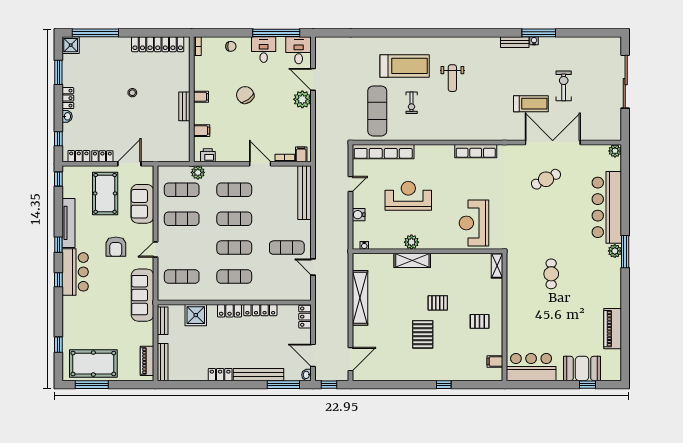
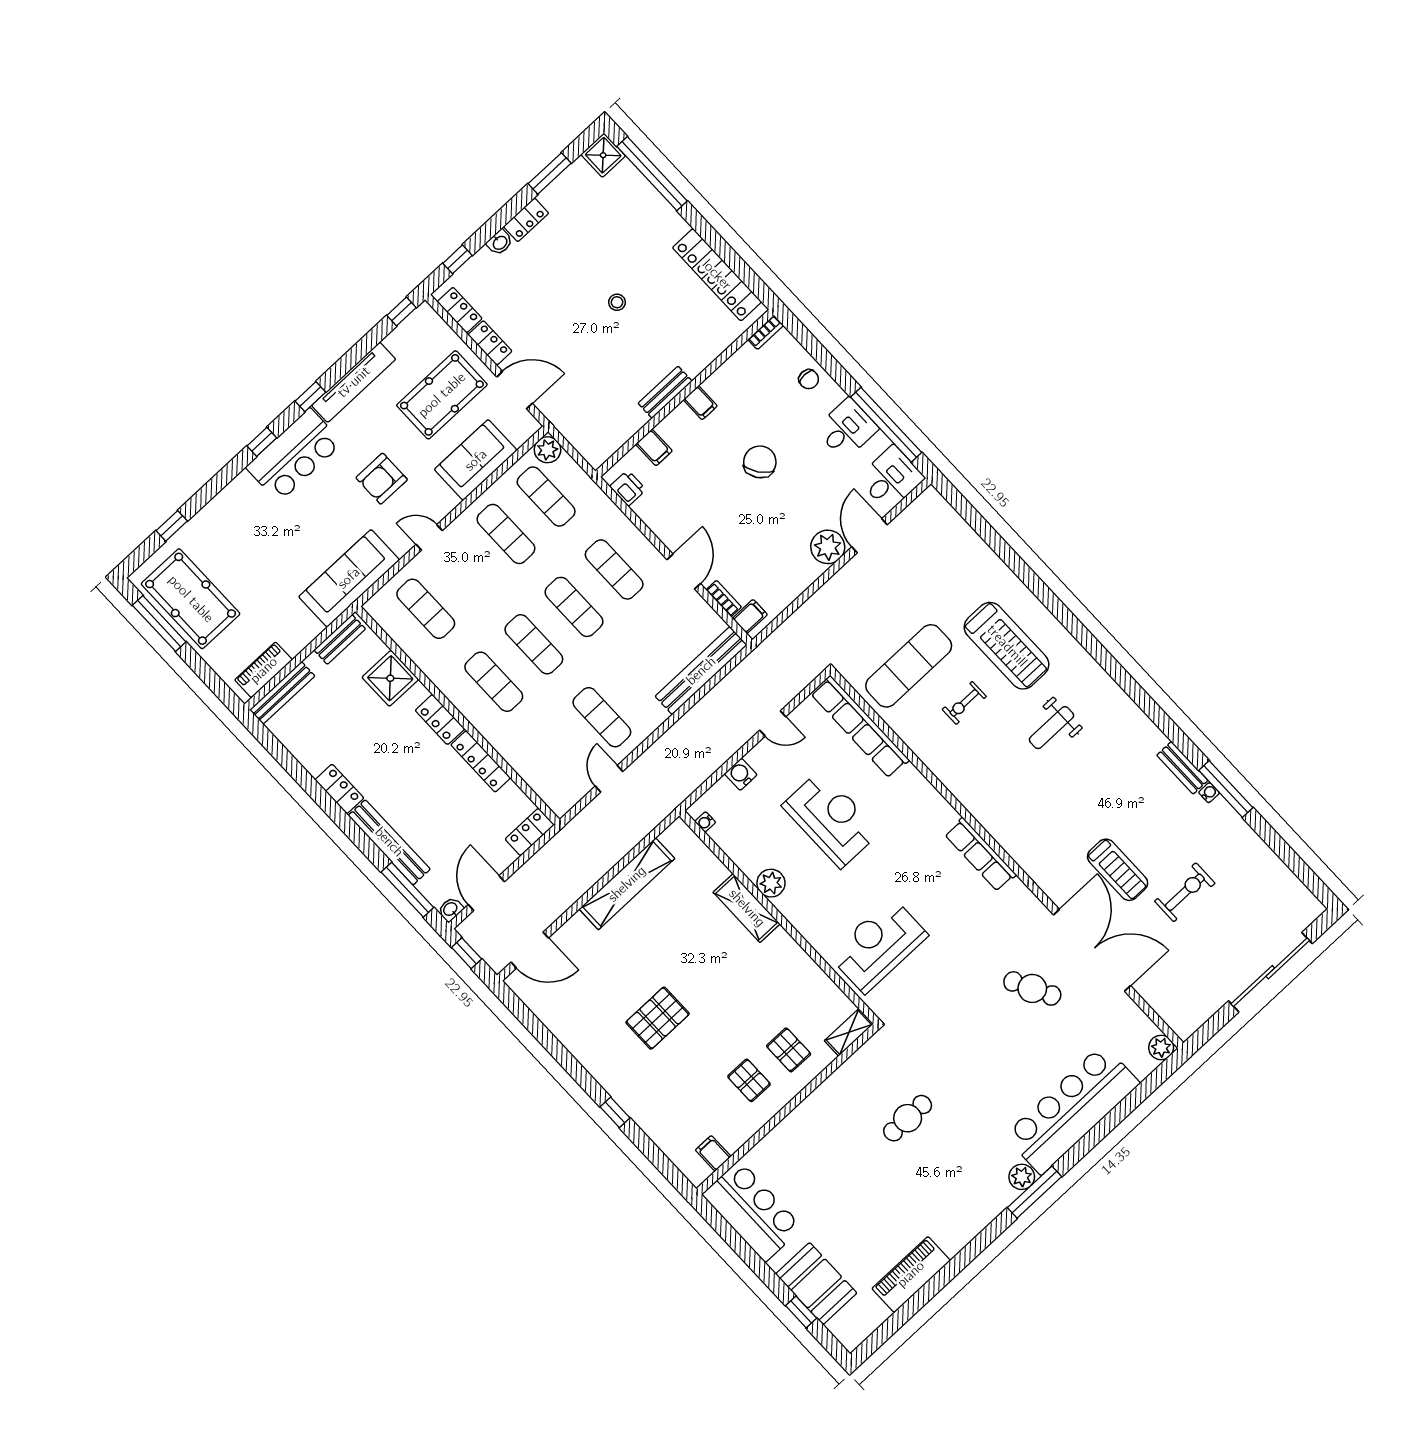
plant: (198, 172) -> (547, 450), moved
pallet: (438, 303) -> (789, 1050), moved

